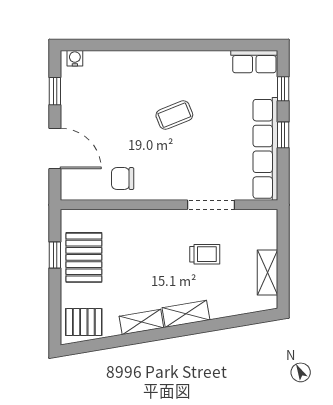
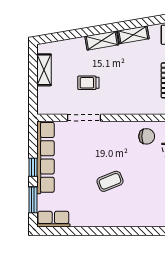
window: (283, 89) -> (33, 200), width x1.50

